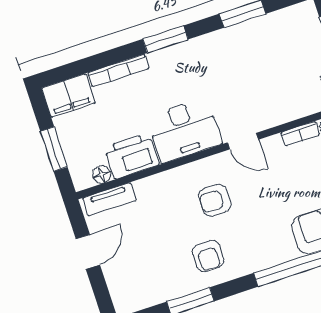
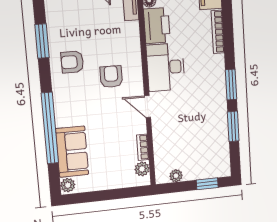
window: (165, 39) -> (231, 85), moved
door: (243, 141) -> (148, 107), hinge flipped

